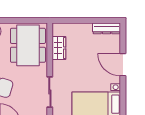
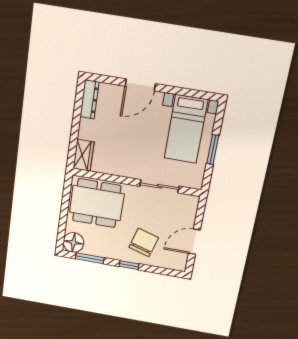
wardrobe: (59, 48) -> (83, 155), moved, turned 90

